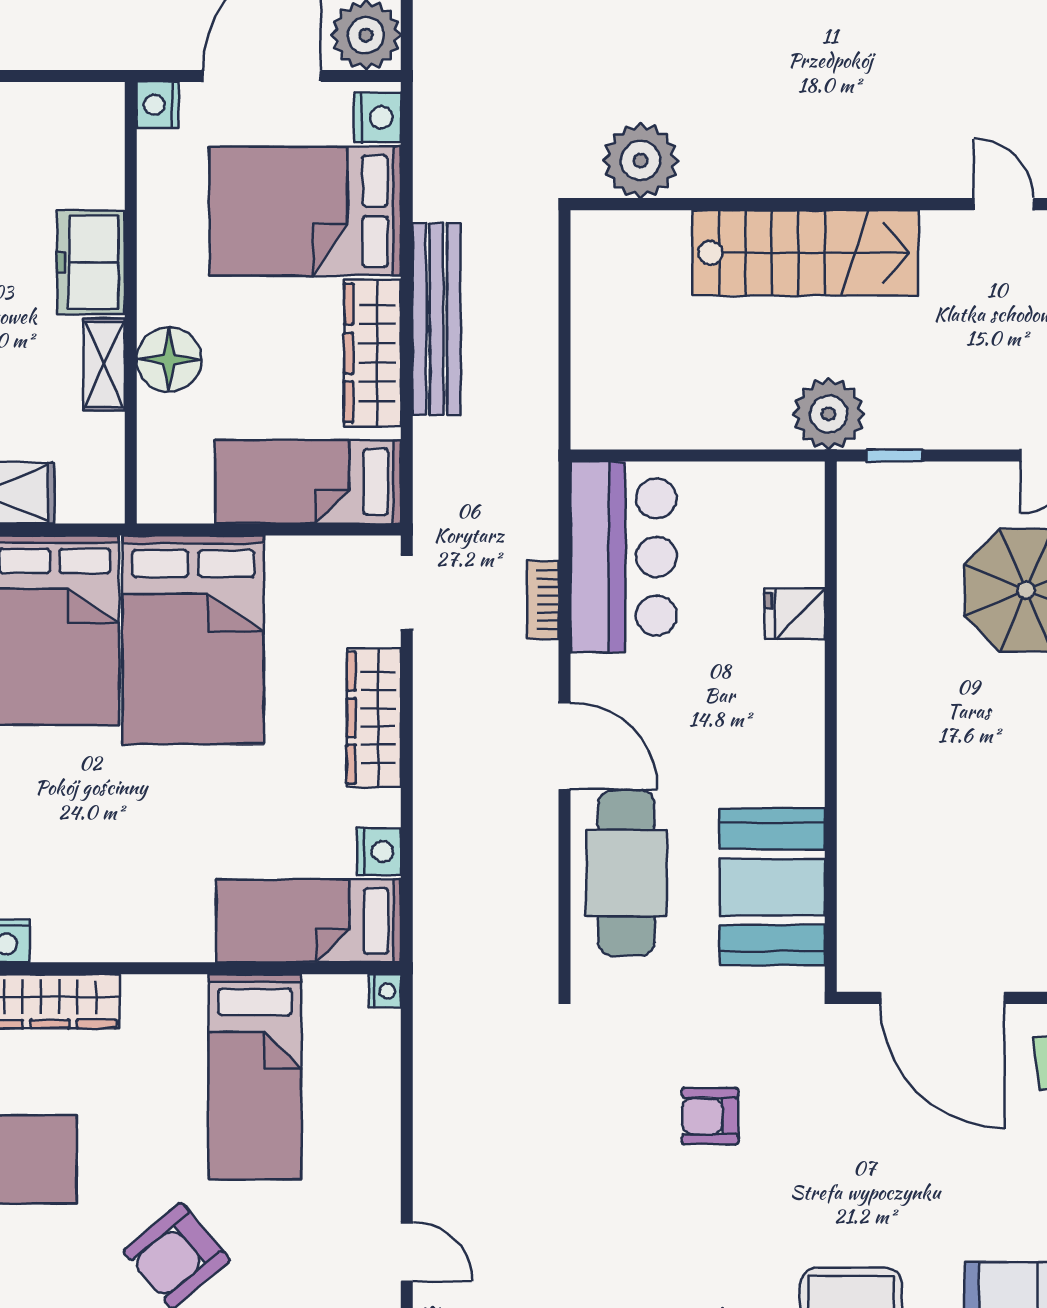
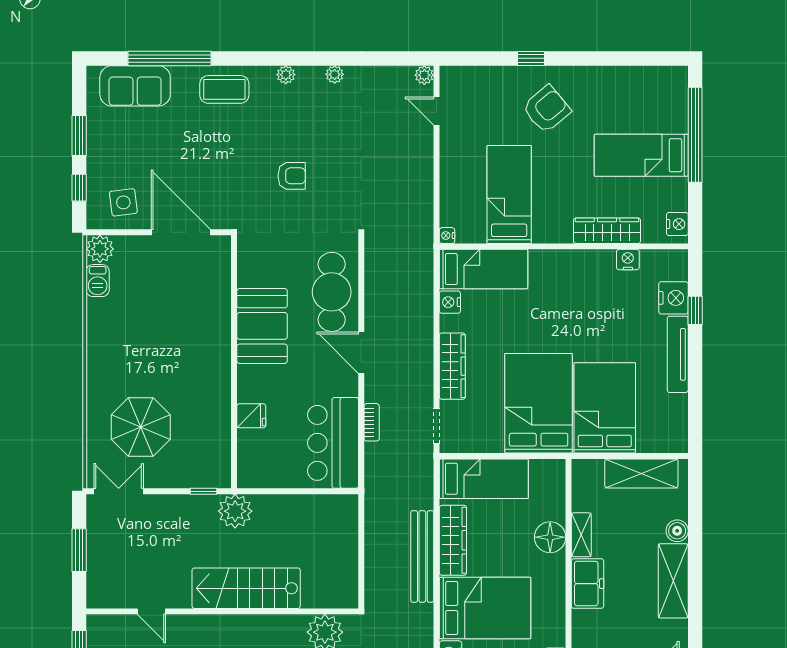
booth: (772, 887) -> (262, 326), moved

